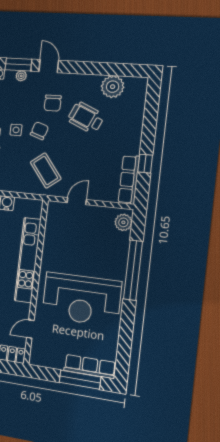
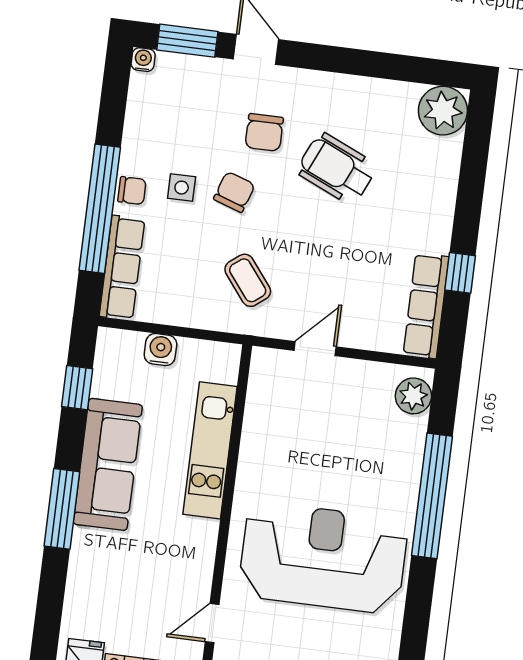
plant: (21, 76) -> (194, 67), removed
plant: (113, 87) -> (443, 111), moved
coffee table: (46, 171) -> (248, 280), width x0.73, depth x0.77
kitchen unit: (28, 260) -> (210, 450), width x0.73
reception desk: (81, 299) -> (323, 558), turned 180

